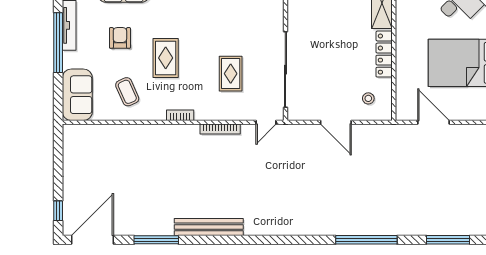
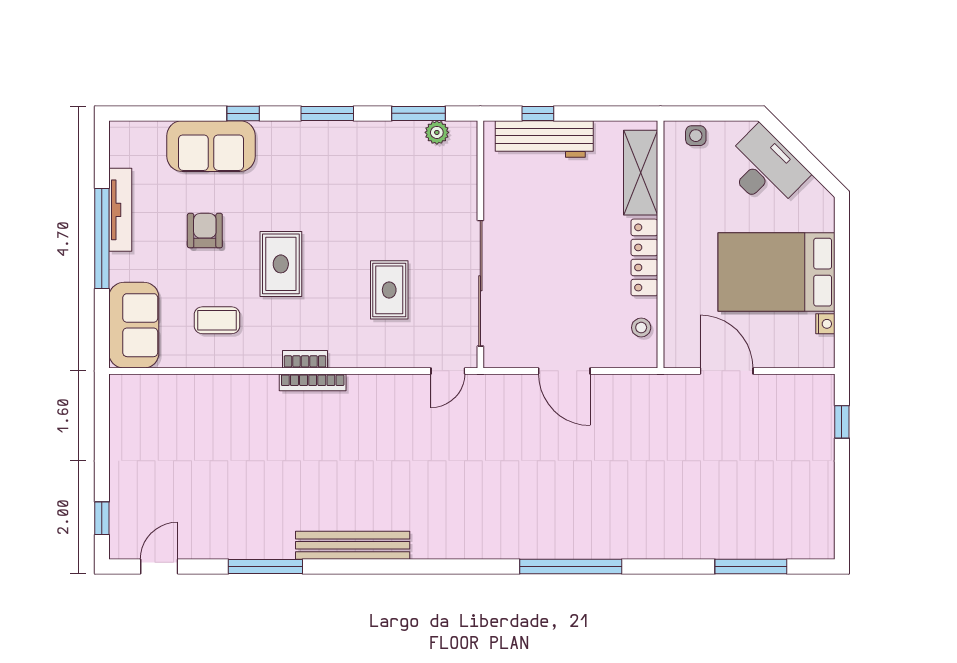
coffee table: (127, 92) -> (217, 320), turned -66
stool: (368, 98) -> (641, 328), moved
bookcase: (220, 129) -> (313, 382), moved
door: (92, 240) -> (159, 566), width x0.53
window: (366, 240) -> (571, 566), moved

